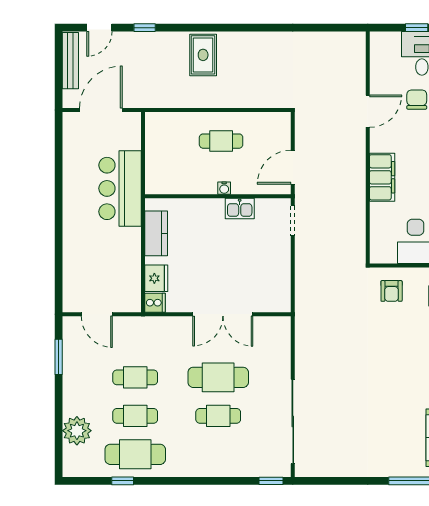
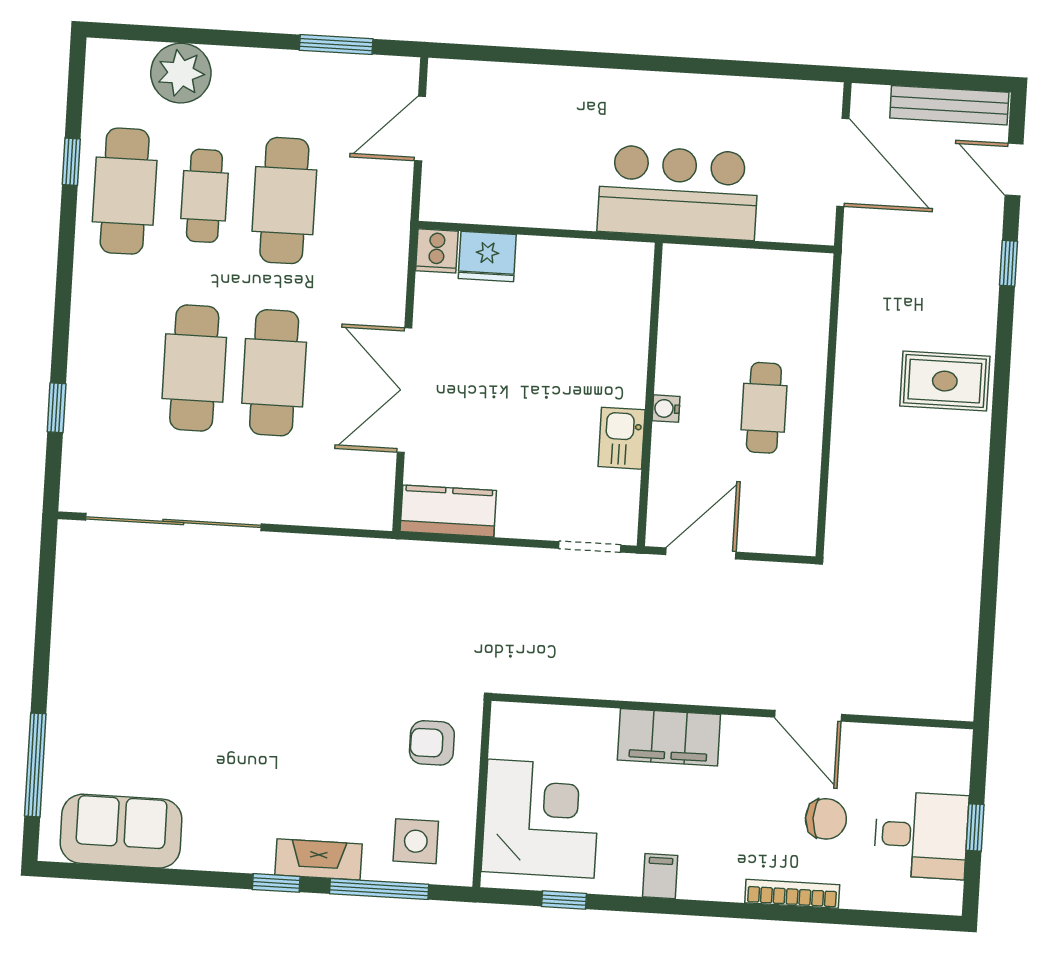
door: (293, 167) -> (701, 553), hinge flipped
kitchen counter: (156, 233) -> (448, 511), moved, turned 180
cafe table: (135, 377) -> (284, 201), width x1.37, depth x1.35
cafe table: (218, 416) -> (194, 368), width x1.37, depth x1.35
window: (271, 481) -> (57, 408), moved

